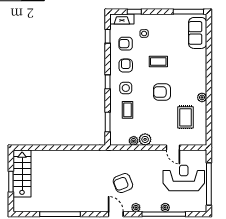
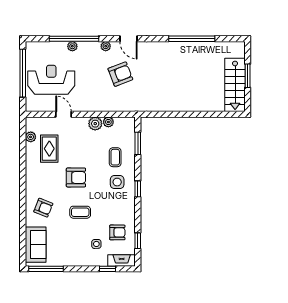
armchair: (126, 66) -> (43, 208), moved, turned -68
plant: (202, 97) -> (31, 137), moved
reception desk: (184, 178) -> (51, 80), turned 180

